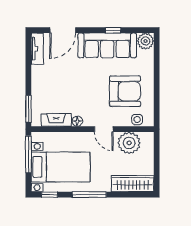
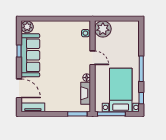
armchair: (125, 91) -> (64, 42), removed
door: (104, 129) -> (93, 58), hinge flipped
plant: (129, 143) -> (103, 29), moved
wardrobe: (133, 184) -> (133, 36), removed

